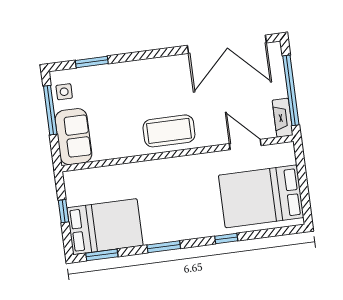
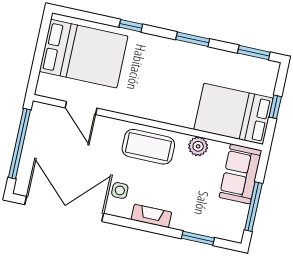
side table: (64, 92) -> (120, 190), moved
fireplace: (283, 118) -> (151, 216), moved, turned -90
plant: (122, 148) -> (198, 146), added
bed: (105, 227) -> (234, 114), moved

